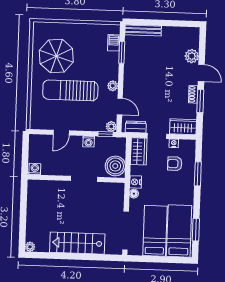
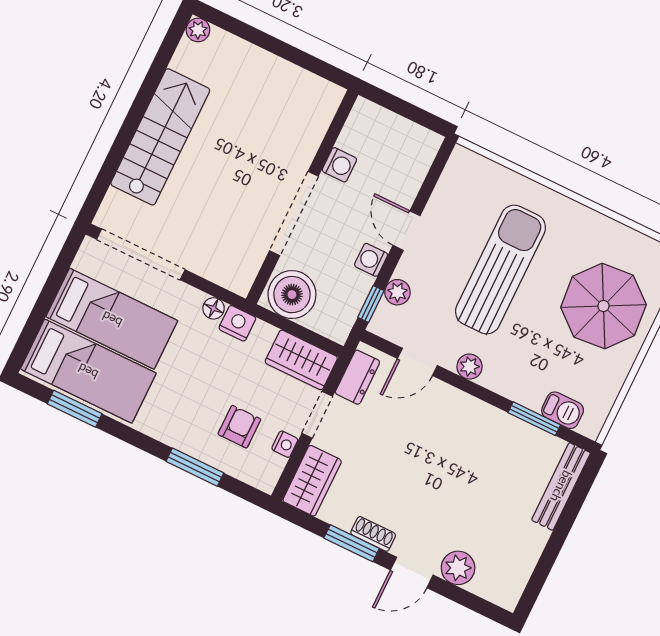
parasol: (56, 56) -> (603, 306), moved
plant: (111, 127) -> (397, 292), moved
door: (61, 133) -> (407, 231), moved
washing machine: (35, 169) -> (339, 165), moved
doorway: (84, 179) -> (294, 213), width x1.36

